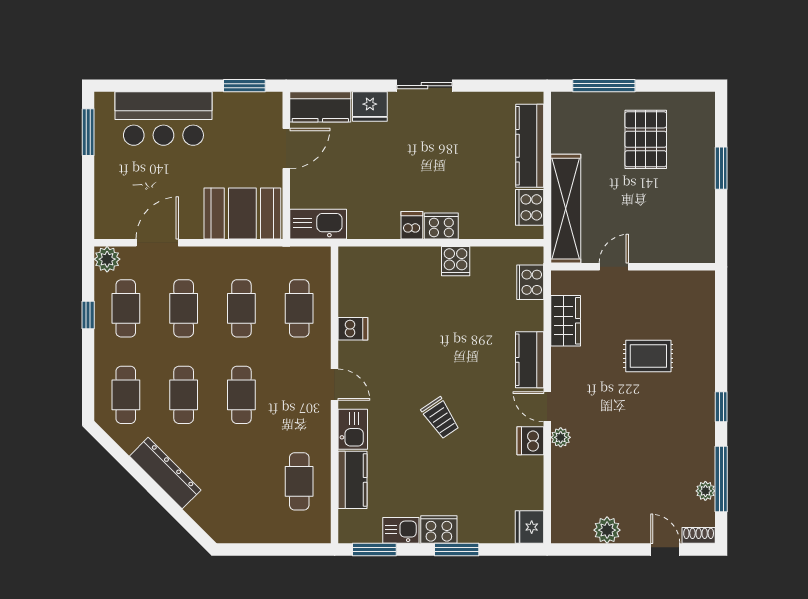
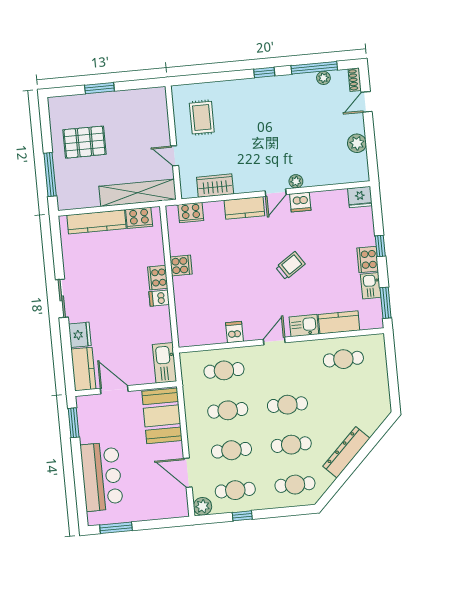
rug: (648, 356) -> (202, 118), moved
window: (457, 550) -> (380, 246), width x0.67

